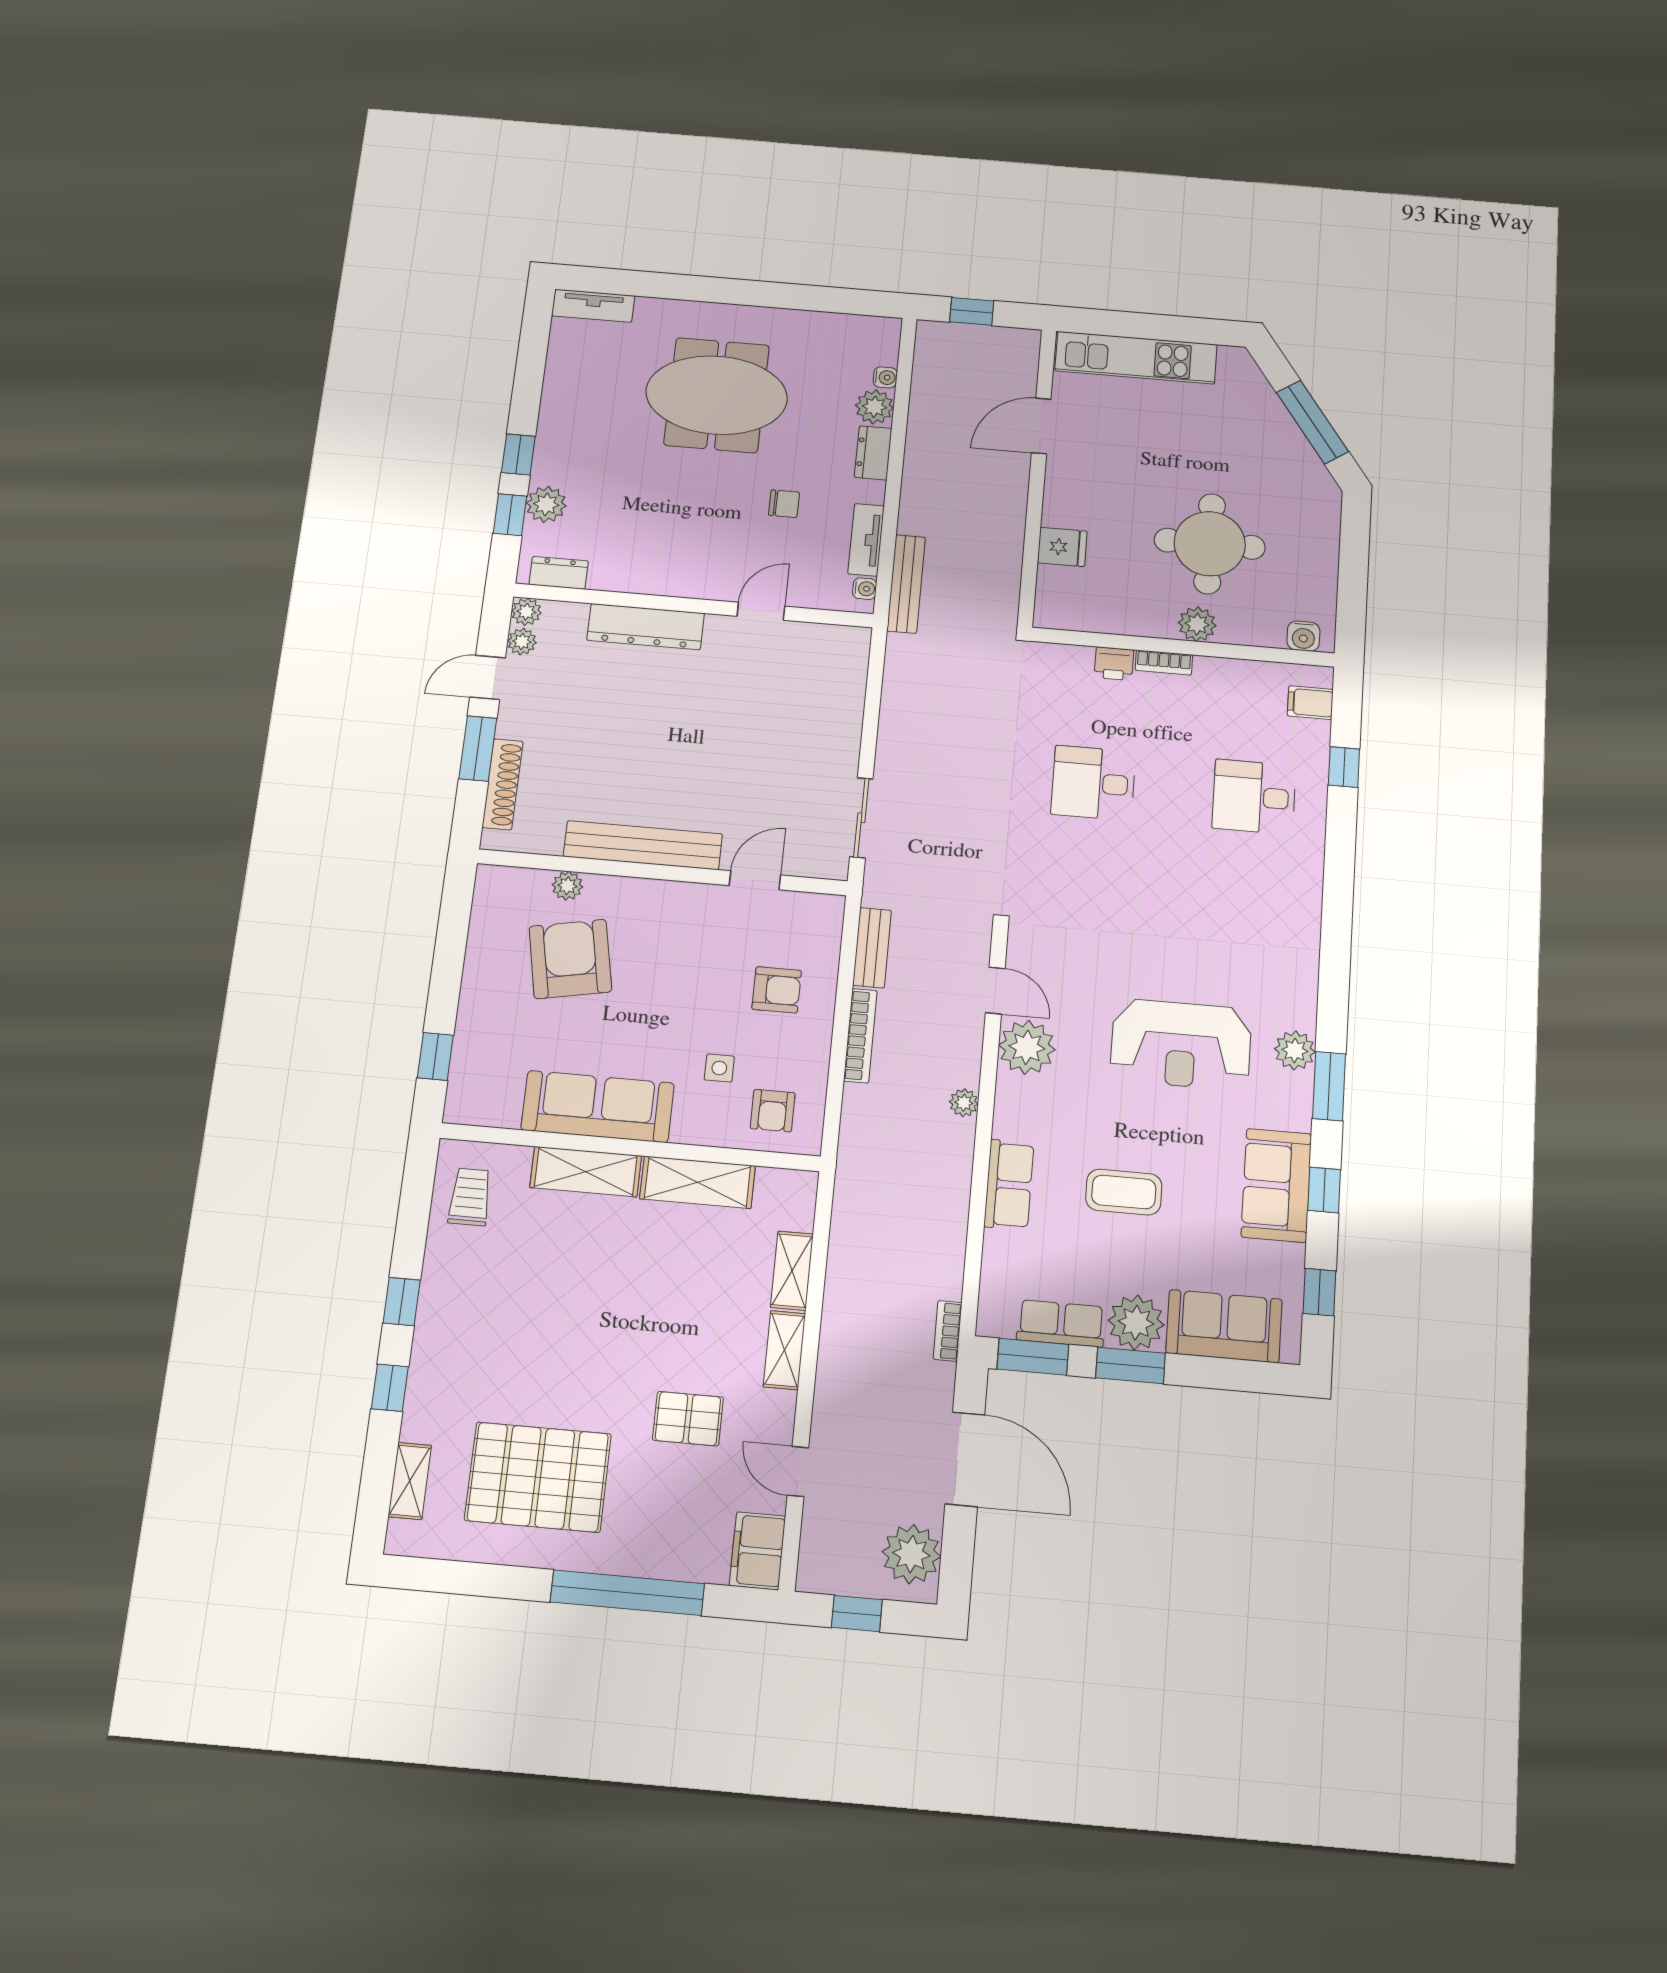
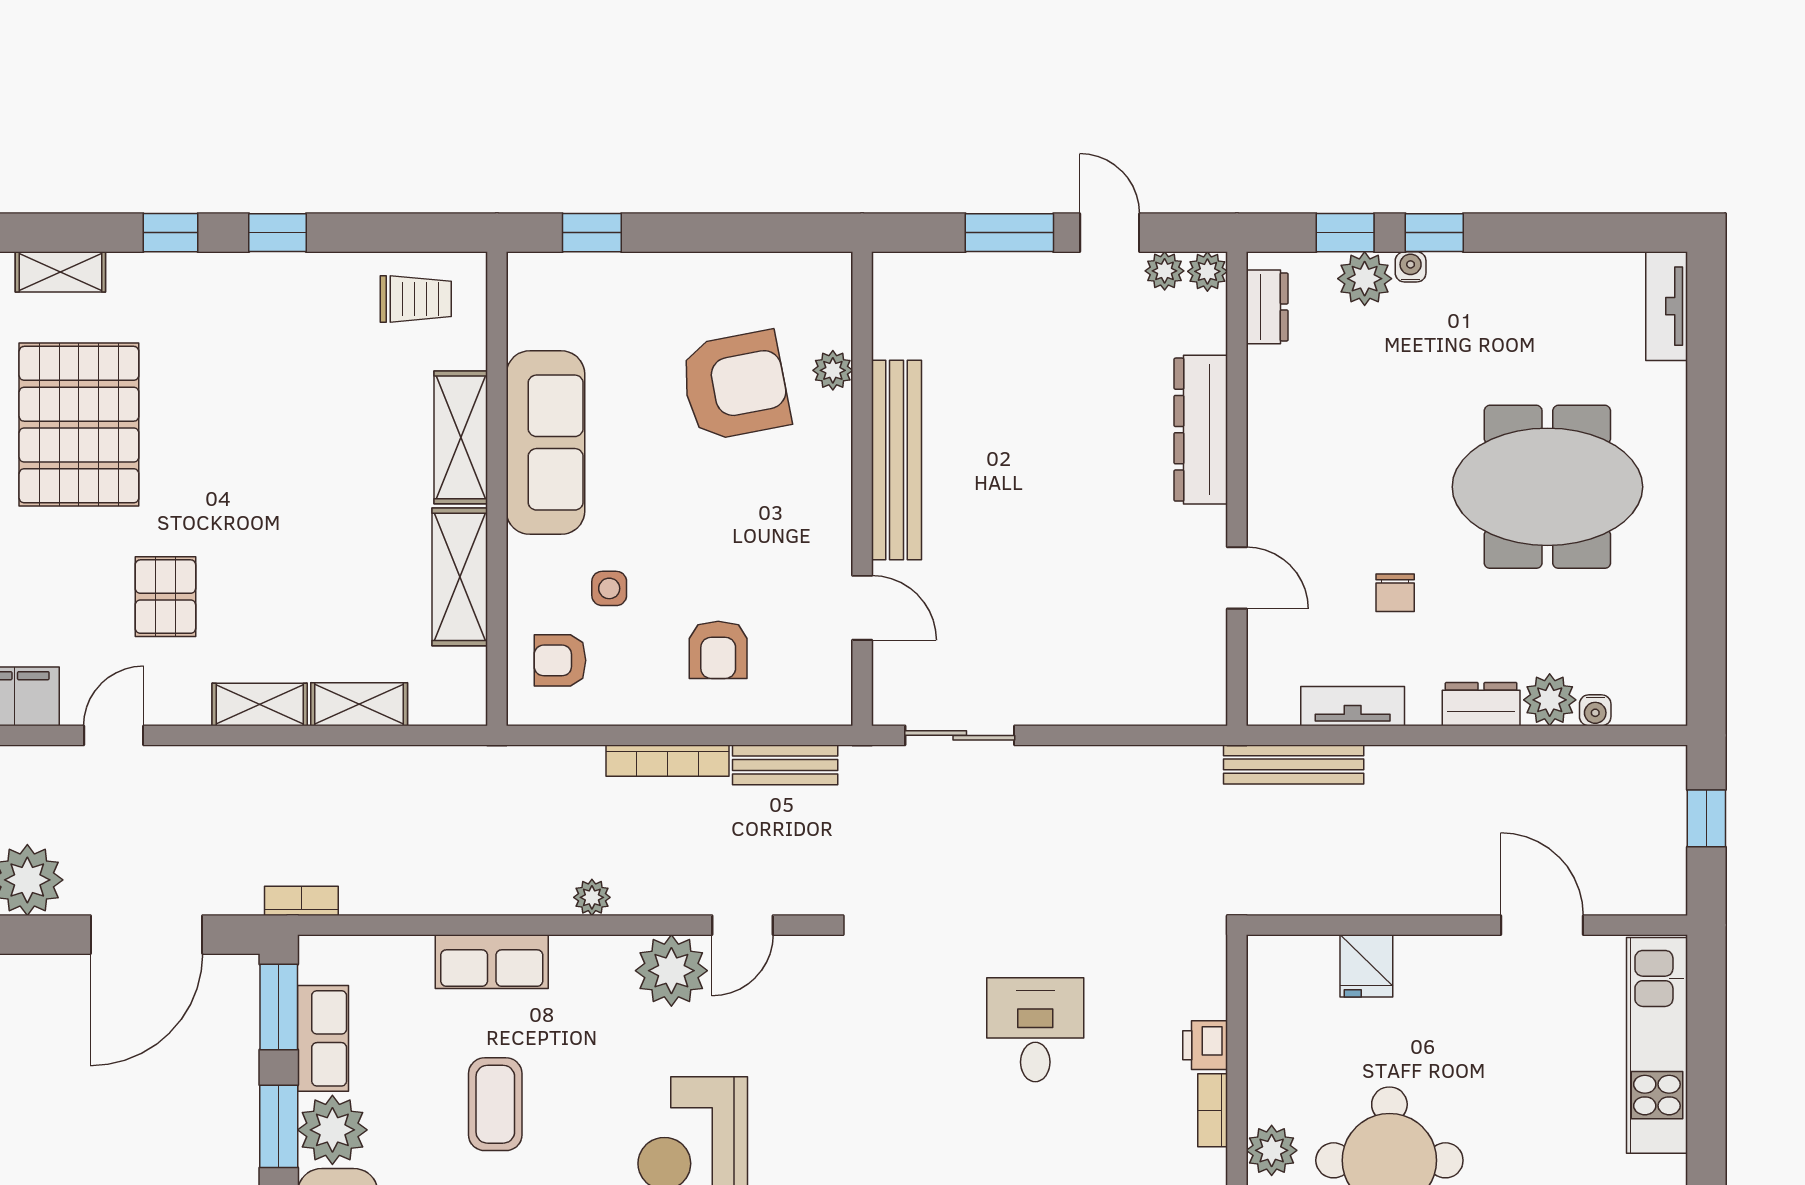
meeting table: (717, 395) -> (1547, 487), turned 90
water cooler: (865, 589) -> (1411, 267), moved, turned 180
shoe rack: (503, 784) -> (963, 271), removed

